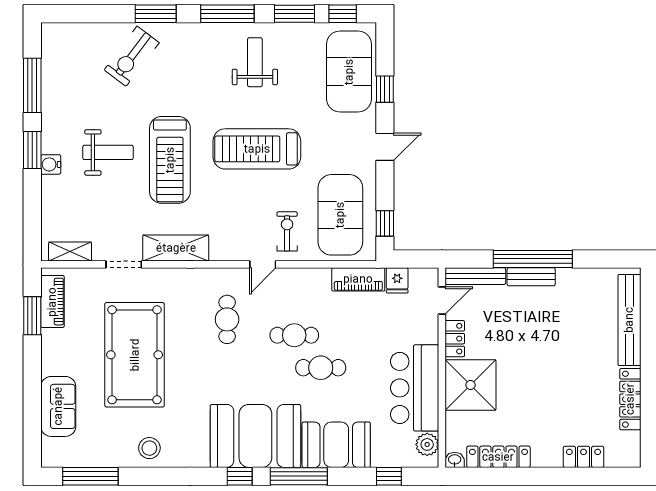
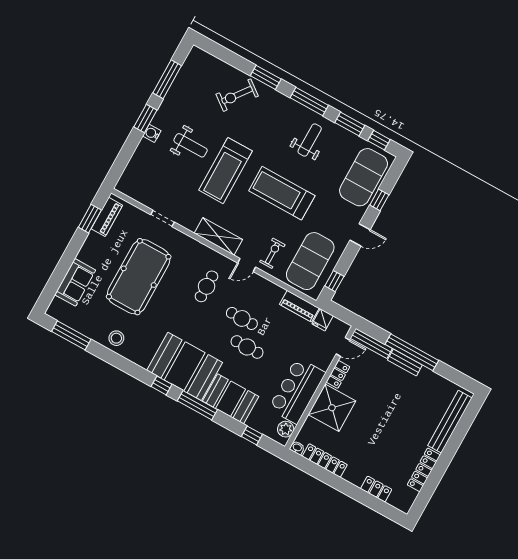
shelving: (176, 248) -> (218, 236), moved
shelving: (70, 252) -> (134, 193), removed

